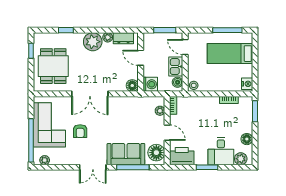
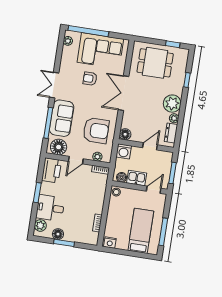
window: (255, 111) -> (64, 243), moved
armchair: (133, 116) -> (96, 131), added

